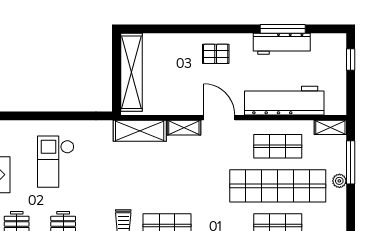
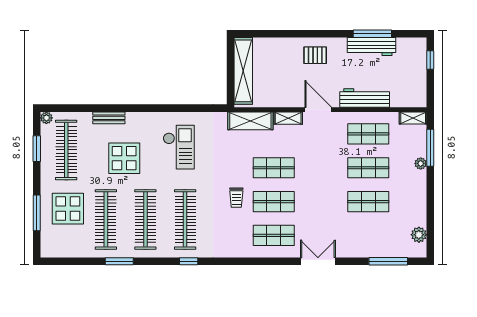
workbench: (284, 101) -> (365, 98), width x0.73, depth x0.76
checkout: (56, 162) -> (179, 147), turned 180
shop shelf: (167, 186) -> (274, 168), added
shop shelf: (278, 186) -> (368, 168), width x0.50, depth x0.74

